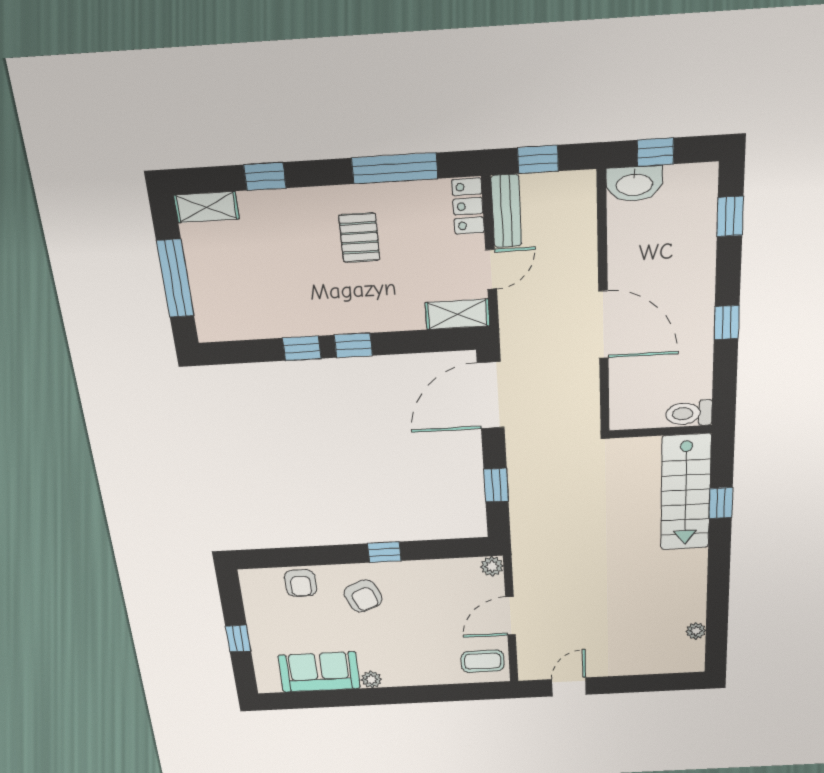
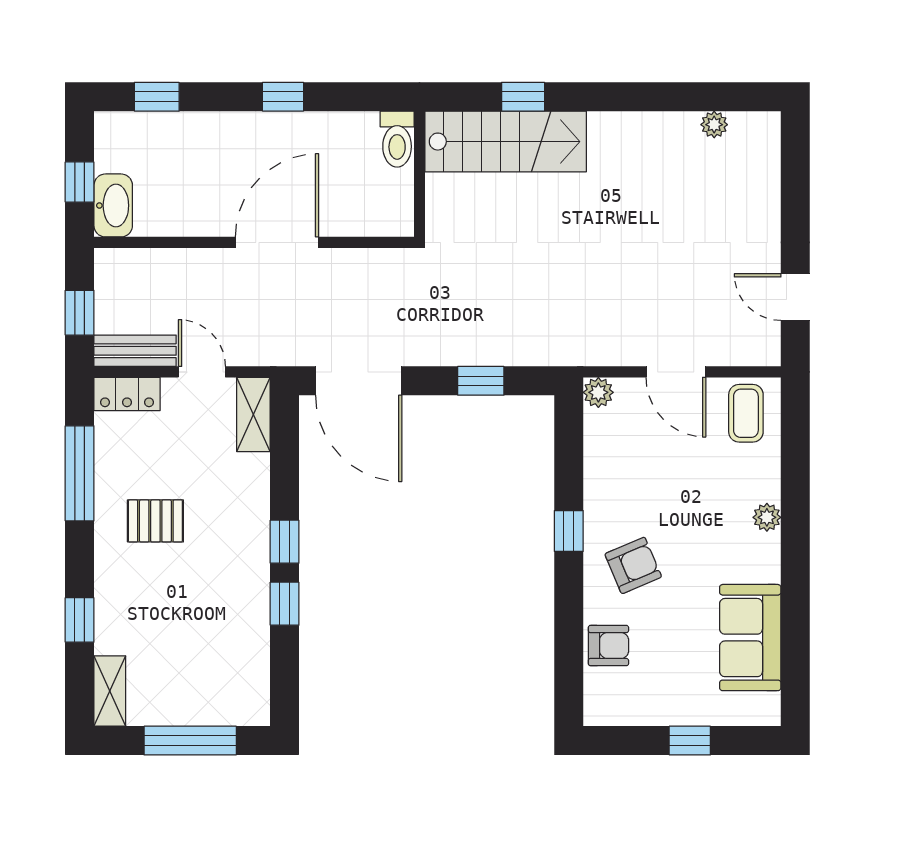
plant: (371, 679) -> (767, 517), moved

